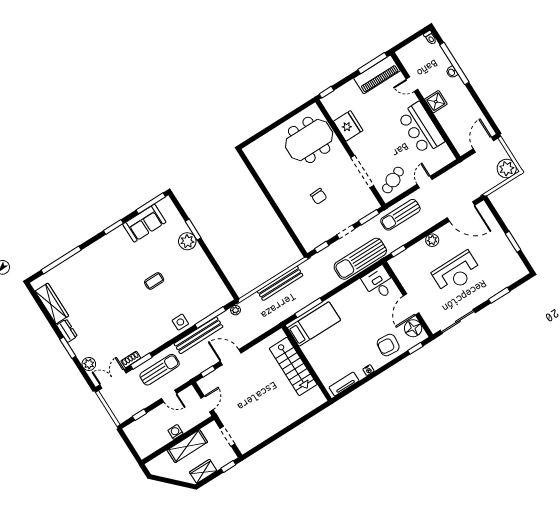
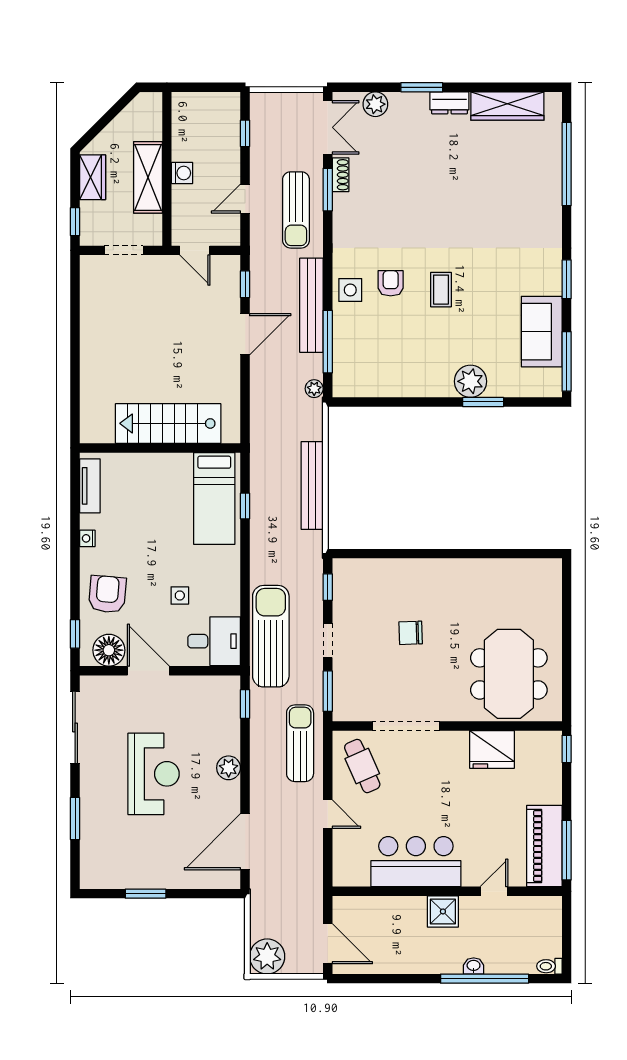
reception desk: (456, 272) -> (154, 774), turned 180
armchair: (166, 306) -> (391, 283), added
window: (309, 308) -> (245, 506), width x0.46
side table: (368, 312) -> (180, 595), added

